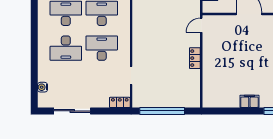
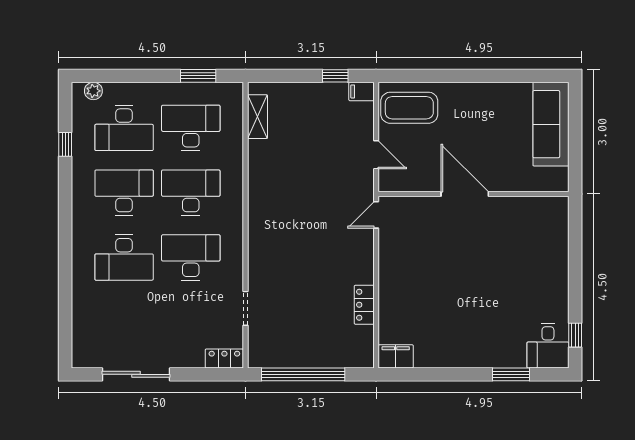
locker: (195, 58) -> (364, 305), moved
water cooler: (42, 87) -> (81, 330), removed
filing cabinet: (249, 101) -> (396, 356), moved

